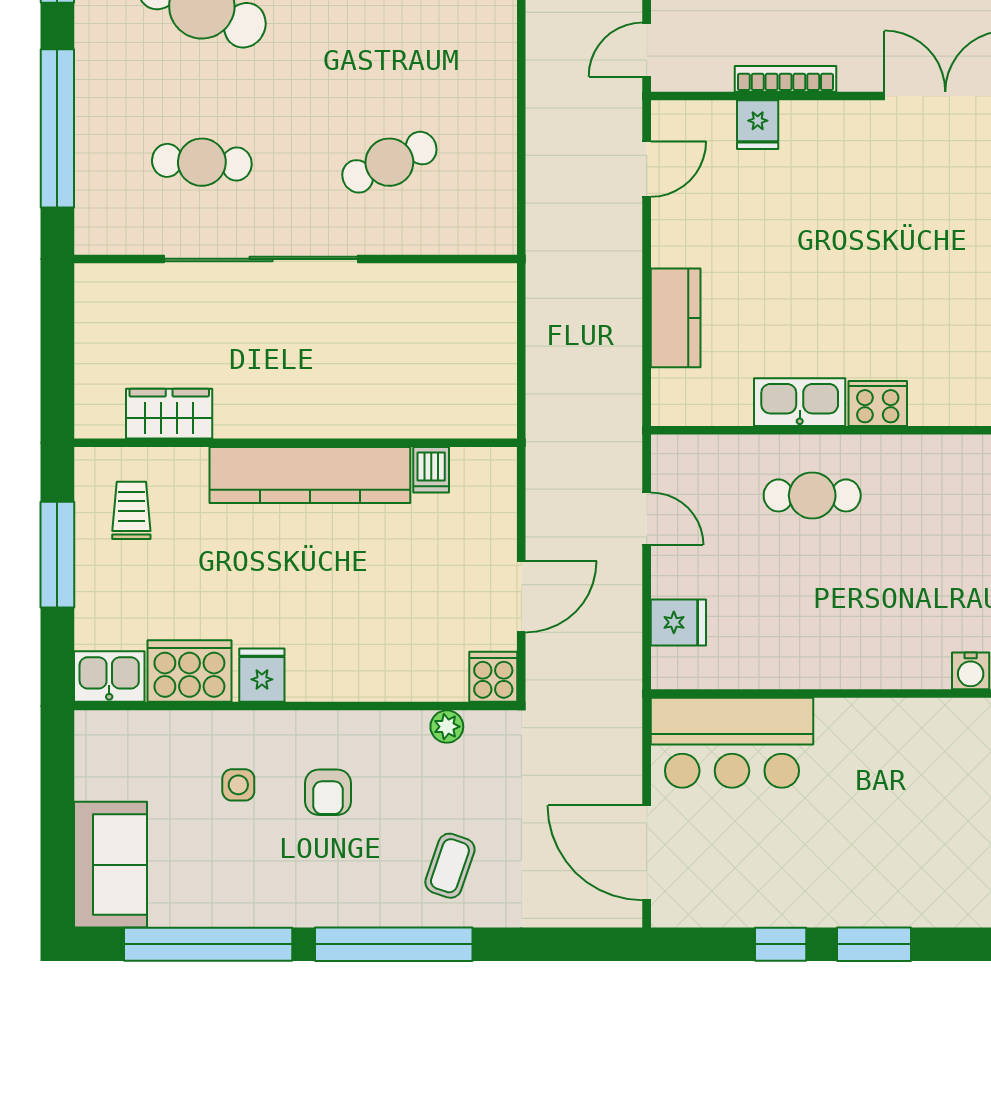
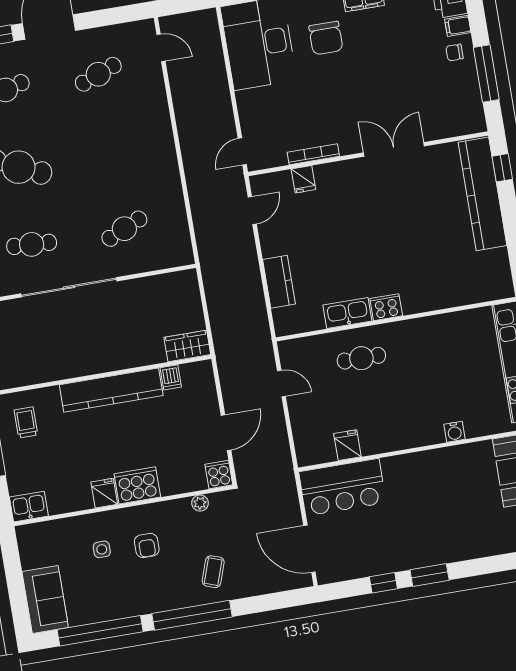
wardrobe: (169, 414) -> (187, 346), moved
fridge: (678, 622) -> (347, 445), moved, turned -90
cooker: (189, 671) -> (137, 485), moved

